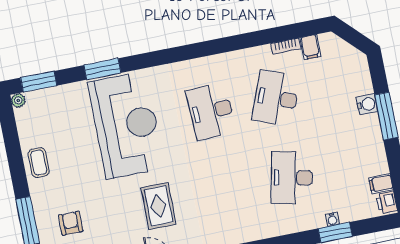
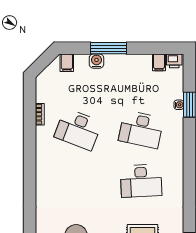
filing cabinet: (310, 47) -> (67, 63), moved, turned 90
desk: (211, 111) -> (141, 181), moved

